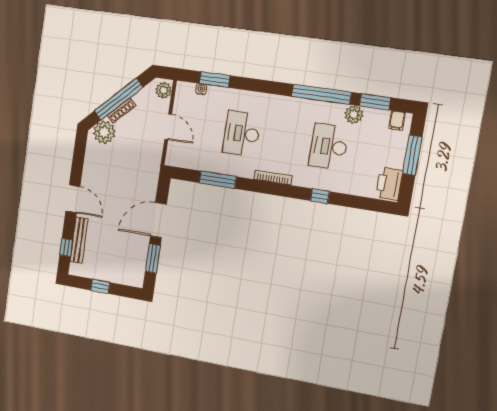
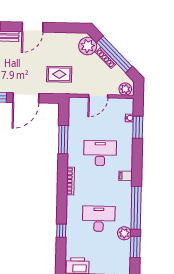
filing cabinet: (397, 120) -> (126, 176), moved
rug: (134, 173) -> (59, 74), added
window: (320, 196) -> (61, 231), moved
door: (158, 220) -> (26, 98), swing flipped

